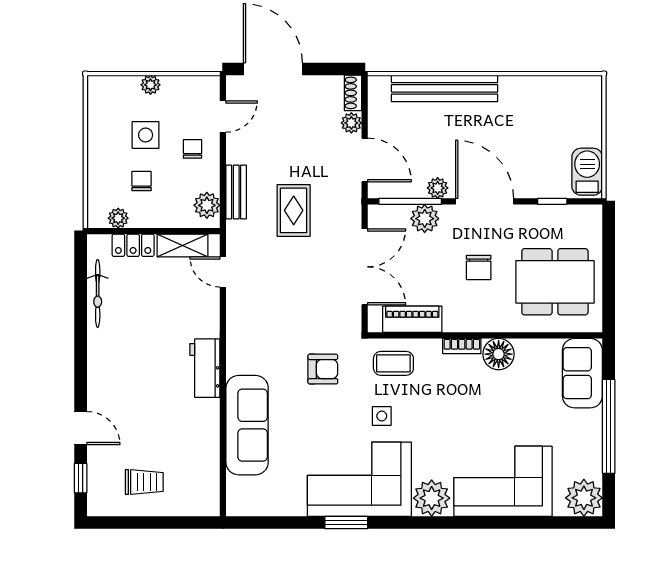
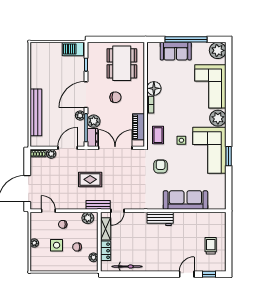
bench: (236, 192) -> (98, 205), moved
dresser: (388, 216) -> (92, 137), added
sofa: (582, 373) -> (176, 51), moved

